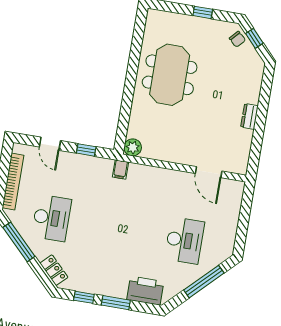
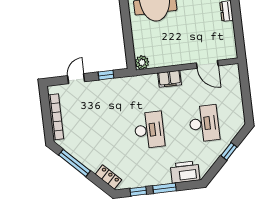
door: (50, 144) -> (76, 79), swing flipped
filing cabinet: (120, 170) -> (170, 79), moved, width x2.00
desk: (51, 218) -> (149, 130), moved
window: (204, 282) -> (229, 151), width x0.46

